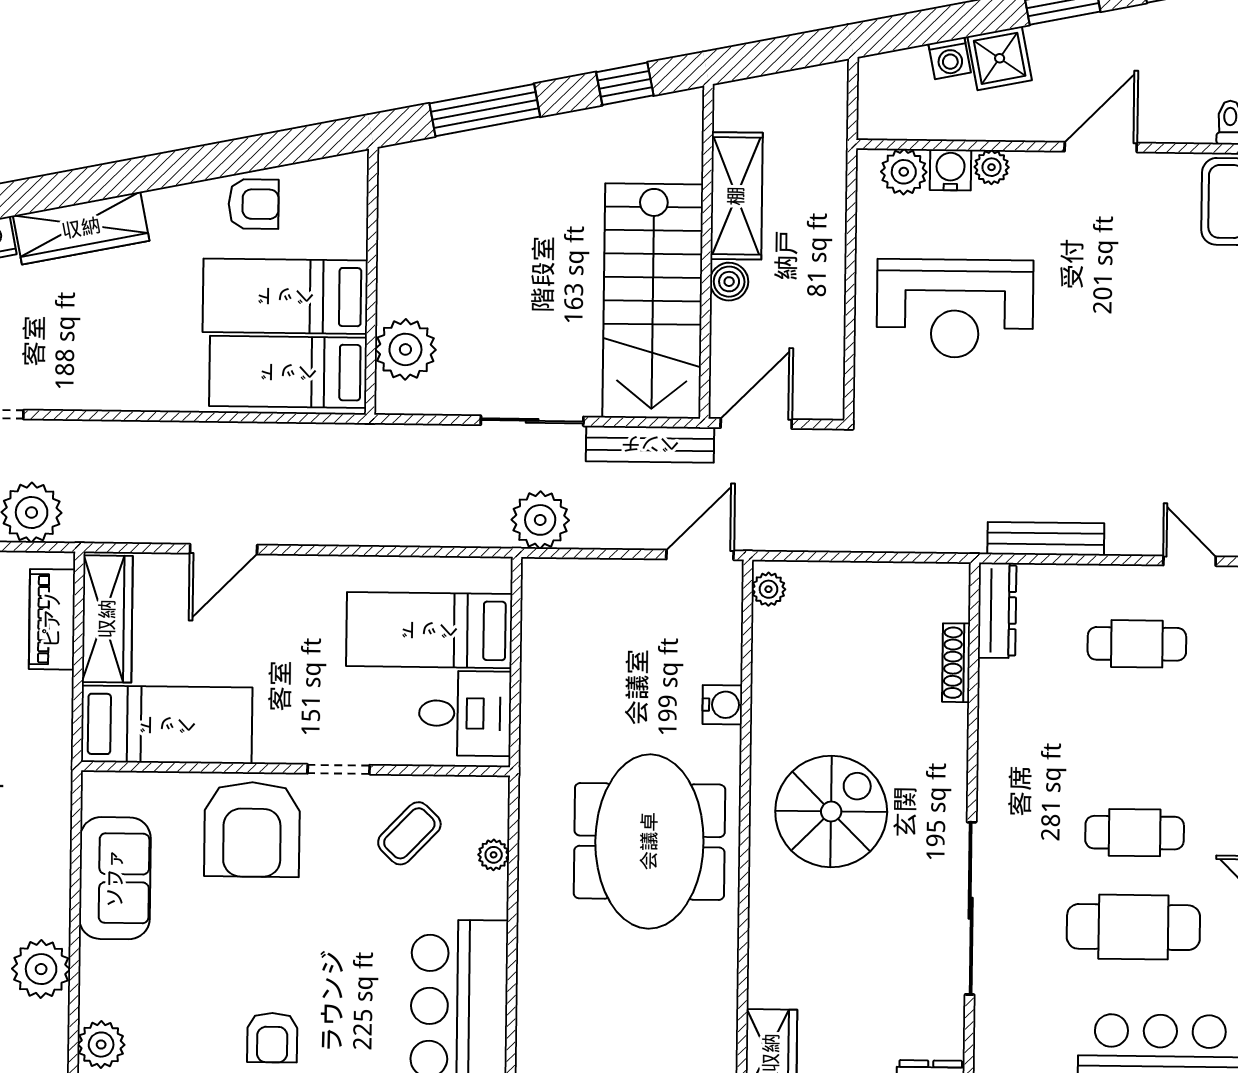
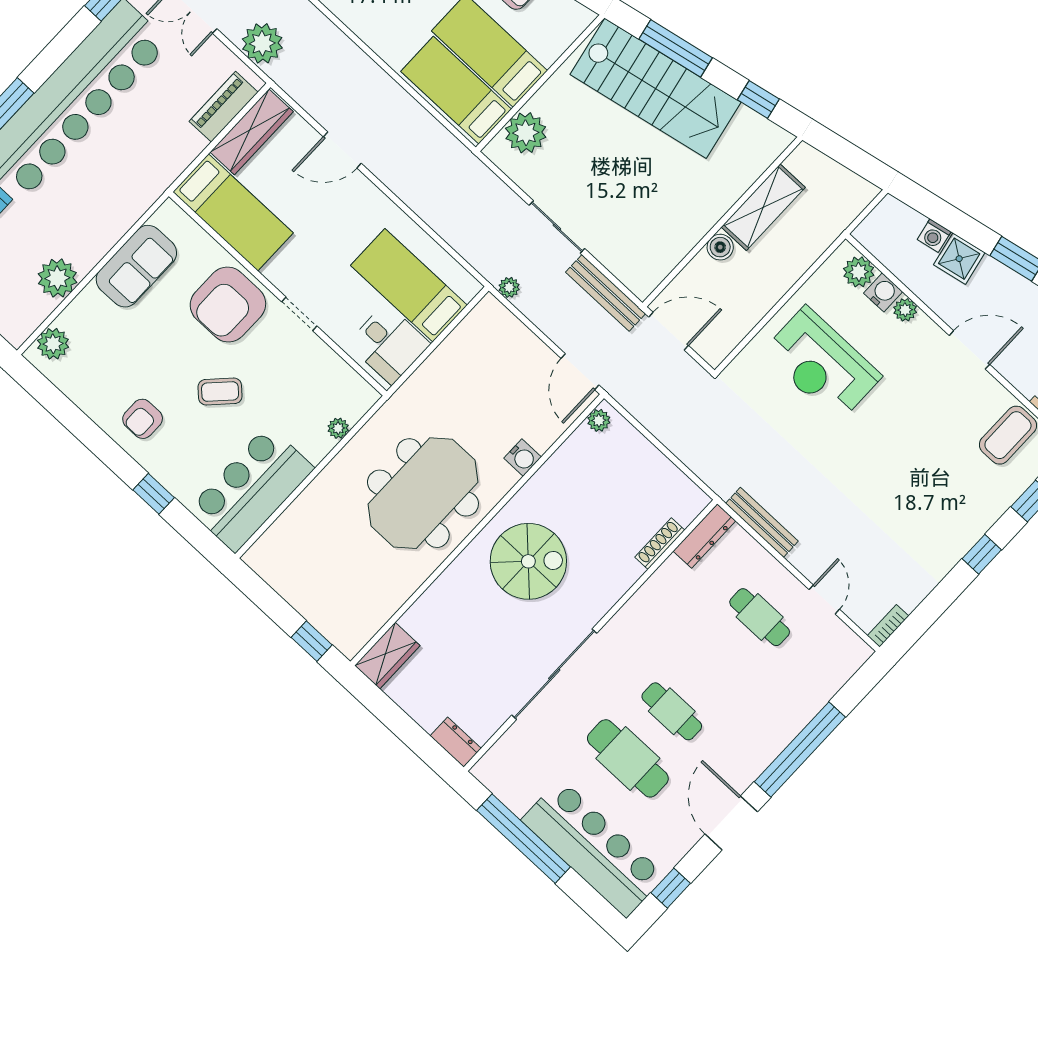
stairs: (653, 301) -> (656, 88), moved, turned -101
plant: (540, 520) -> (509, 287), width x0.53, depth x0.53
door: (700, 555) -> (580, 372), swing flipped
coffee table: (409, 833) -> (220, 392), moved

